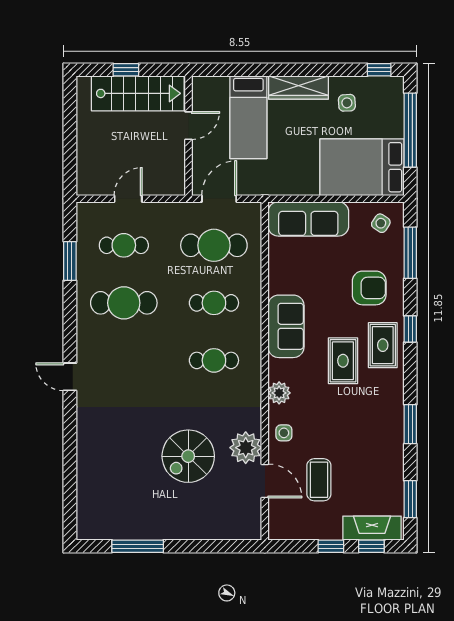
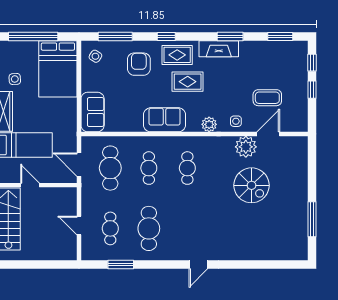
sofa: (308, 219) -> (93, 112), width x0.73
fireplace: (372, 528) -> (219, 49), moved, turned -90

